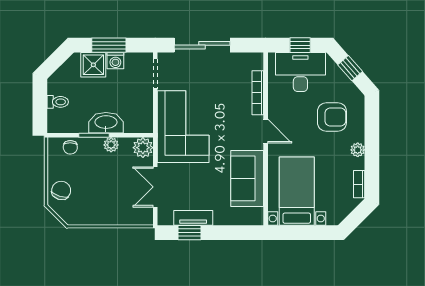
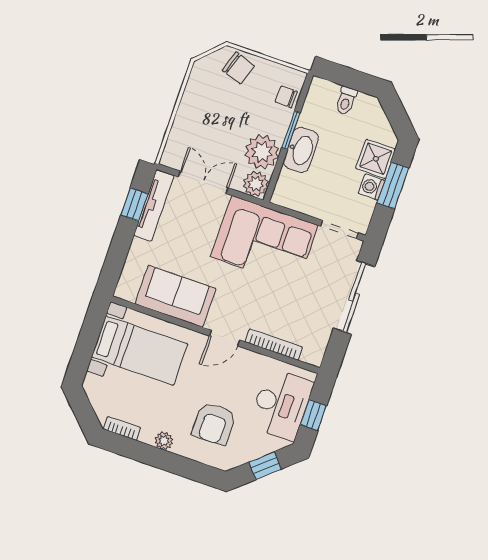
plant: (111, 145) -> (262, 152), width x1.87, depth x1.87
tv unit: (193, 218) -> (154, 205), width x1.41

